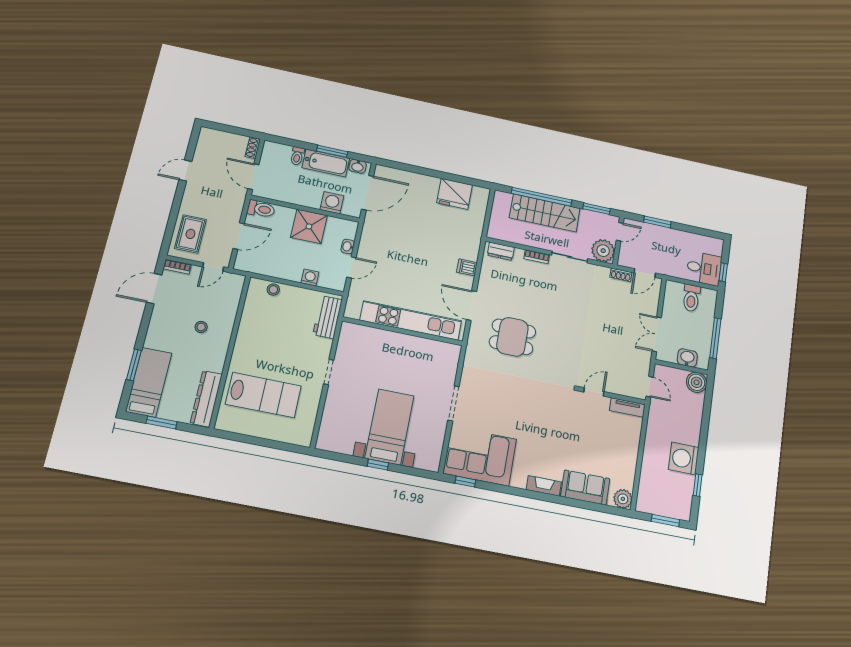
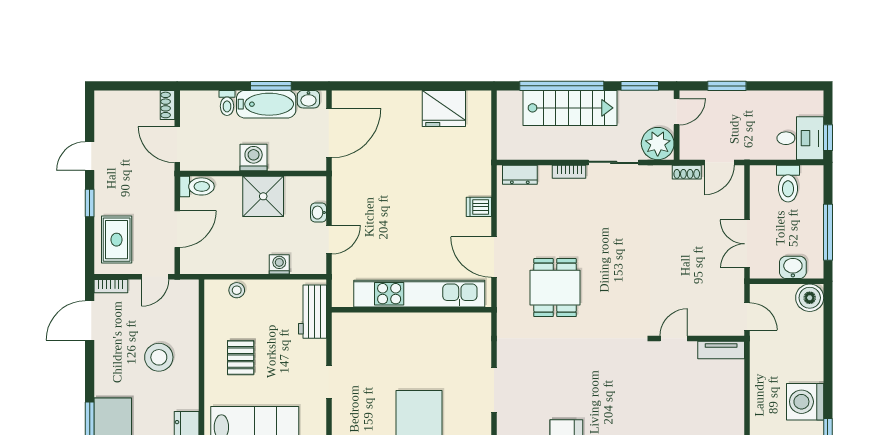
washing machine: (332, 203) -> (254, 157), moved
window: (177, 204) -> (90, 203), added
stool: (201, 327) -> (159, 357), width x1.89, depth x1.89
dining table: (512, 337) -> (555, 288), turned 90
pallet: (265, 340) -> (241, 358), added

